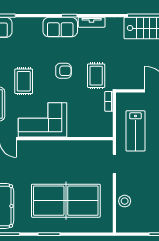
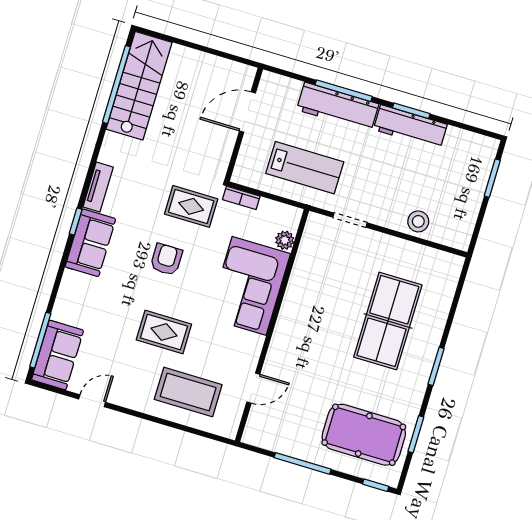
corner sofa: (42, 120) -> (249, 286), moved
plant: (93, 132) -> (285, 240), added
table tennis table: (66, 201) -> (388, 321), width x0.73, depth x0.76

